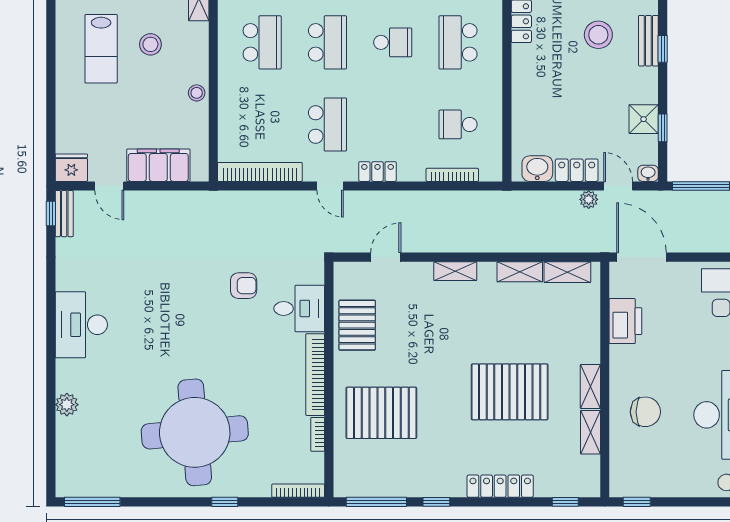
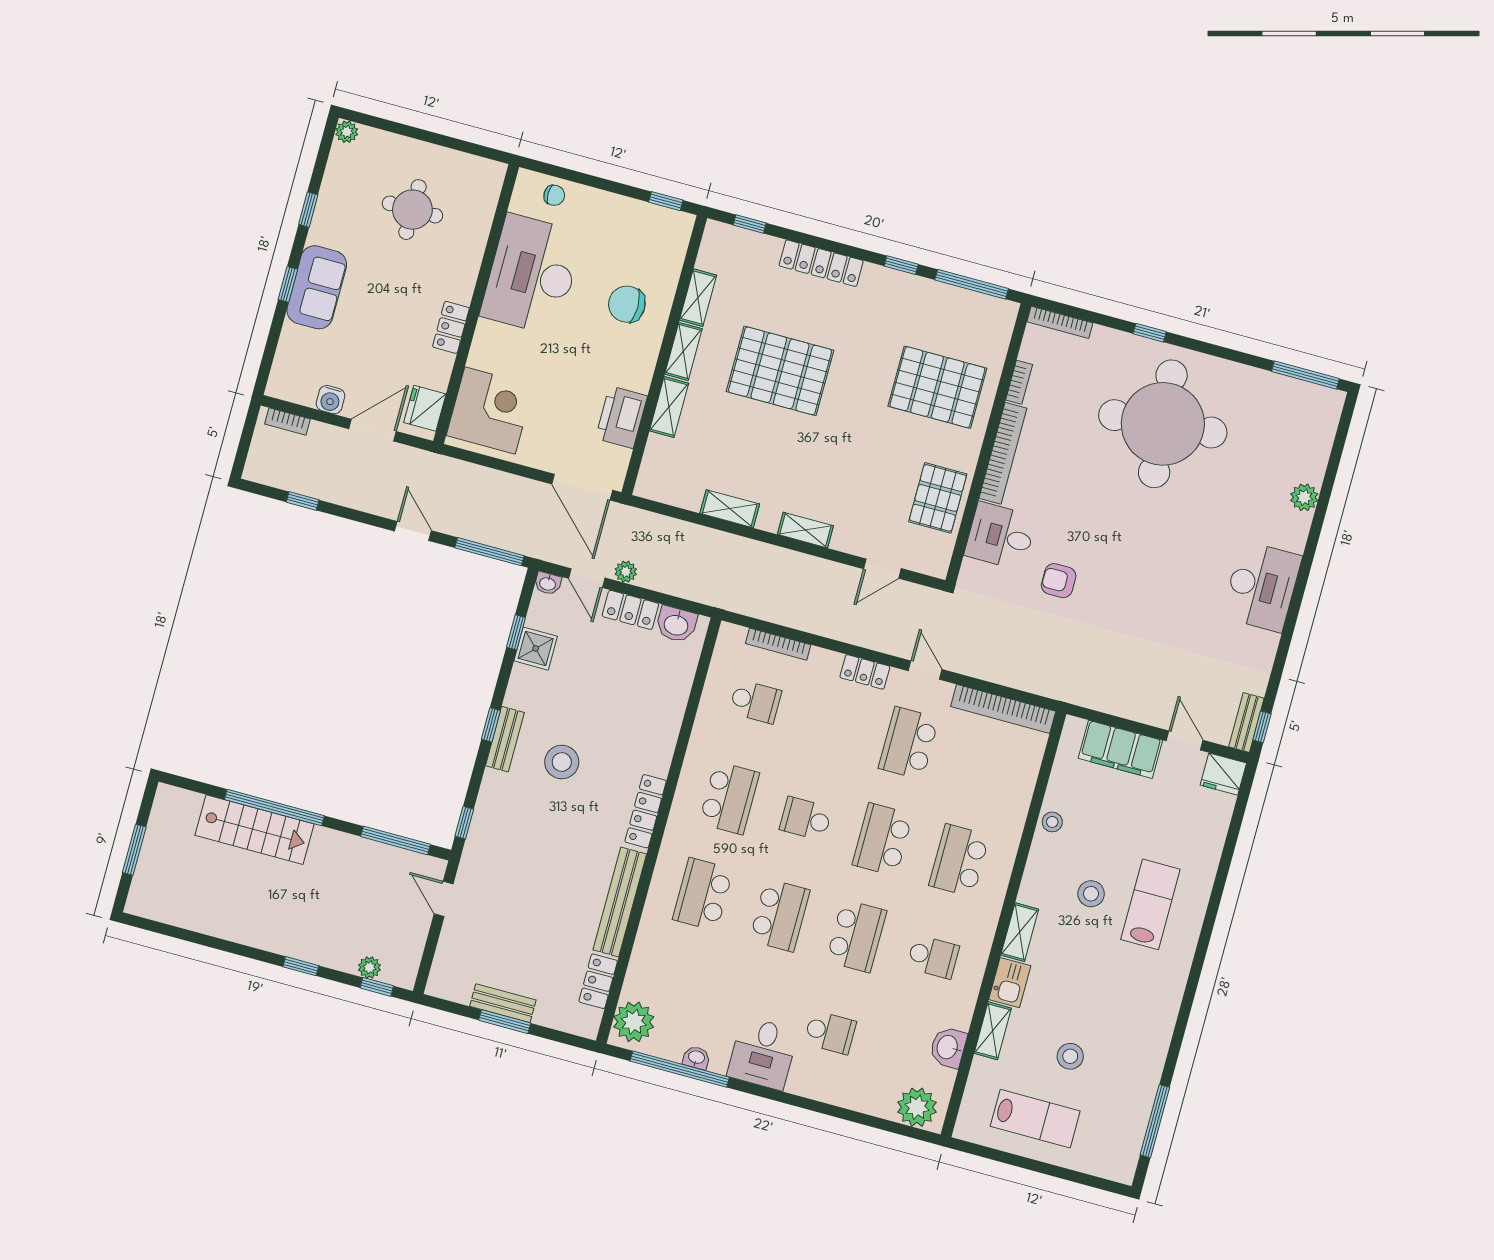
shelving: (567, 272) -> (669, 407), moved, turned 90

